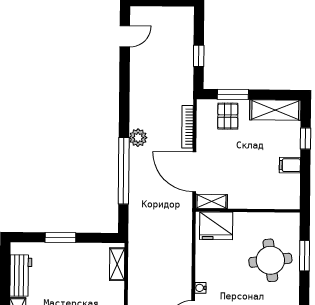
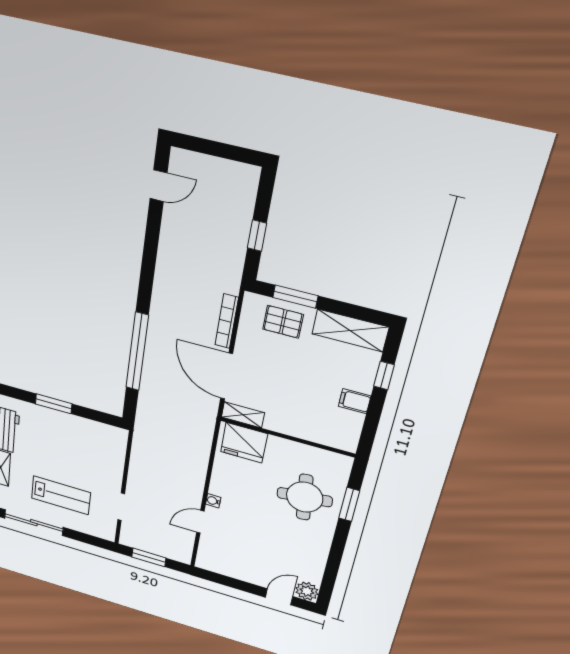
pallet: (228, 116) -> (283, 322), turned 90
plant: (138, 138) -> (160, 318), removed
shelving: (117, 264) -> (118, 449), removed

